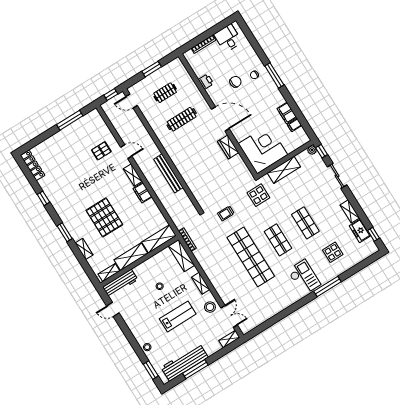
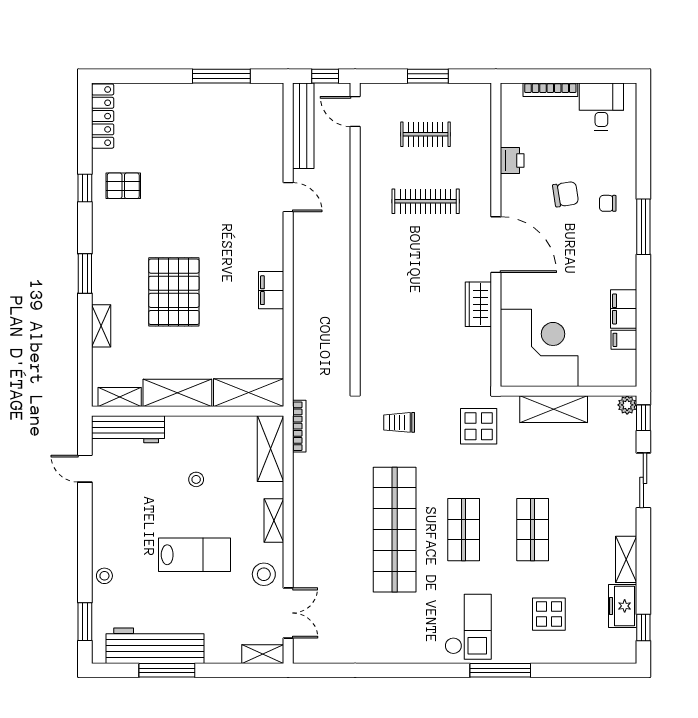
pallet: (101, 151) -> (123, 186), moved
bench: (168, 173) -> (303, 126), moved
shelving: (133, 175) -> (274, 247), removed

